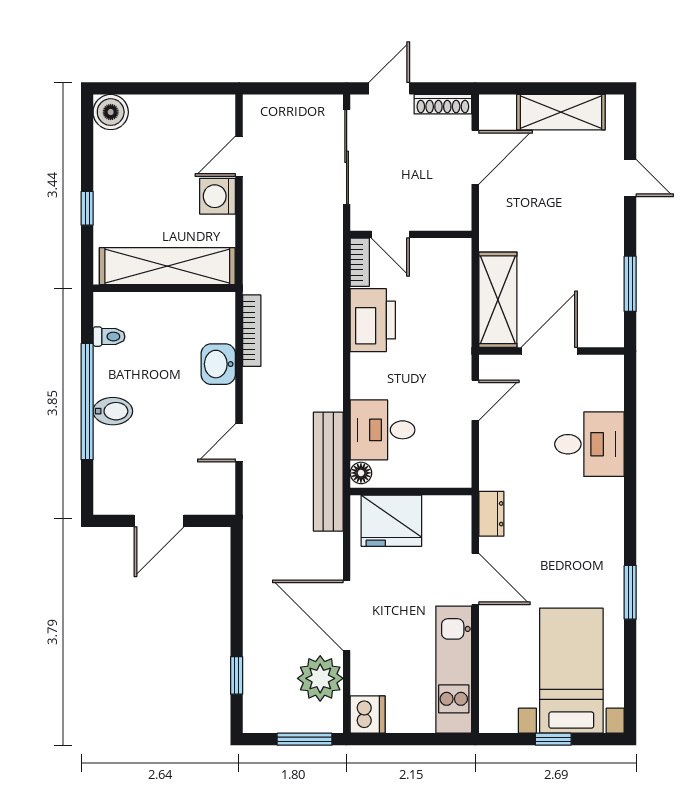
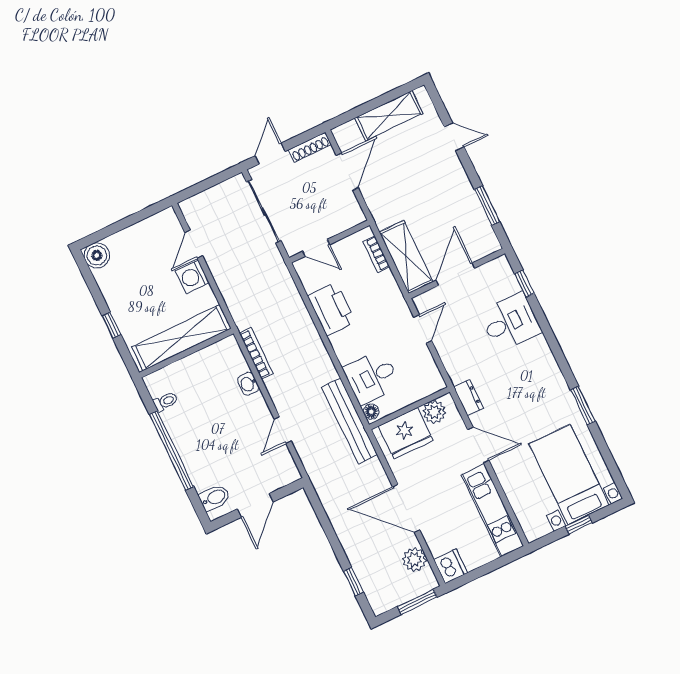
bookcase: (360, 262) -> (376, 254), moved, turned 180
washbasin: (218, 364) -> (248, 384), width x0.72, depth x0.69
window: (630, 404) -> (524, 284), added
bidet: (113, 411) -> (215, 498), moved
plant: (440, 511) -> (434, 412), added
plant: (320, 678) -> (414, 560), width x0.73, depth x0.73

